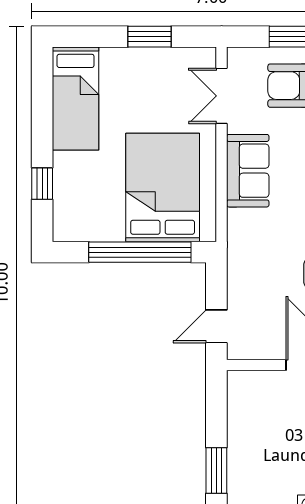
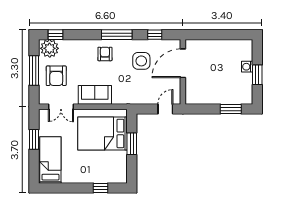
bed: (76, 99) -> (50, 160), moved, turned -90
window: (140, 252) -> (132, 144), width x0.47
door: (216, 326) -> (165, 109), swing flipped

